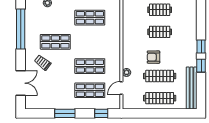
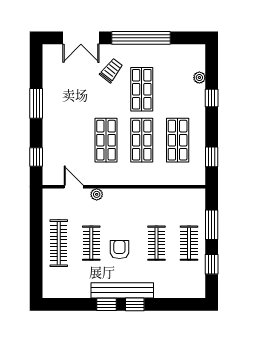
window: (21, 29) -> (141, 38), moved
armchair: (153, 57) -> (119, 250), moved
clothes rail: (160, 76) -> (91, 243), width x0.73
bench: (192, 88) -> (122, 290), moved
shop shelf: (90, 90) -> (142, 140), moved

